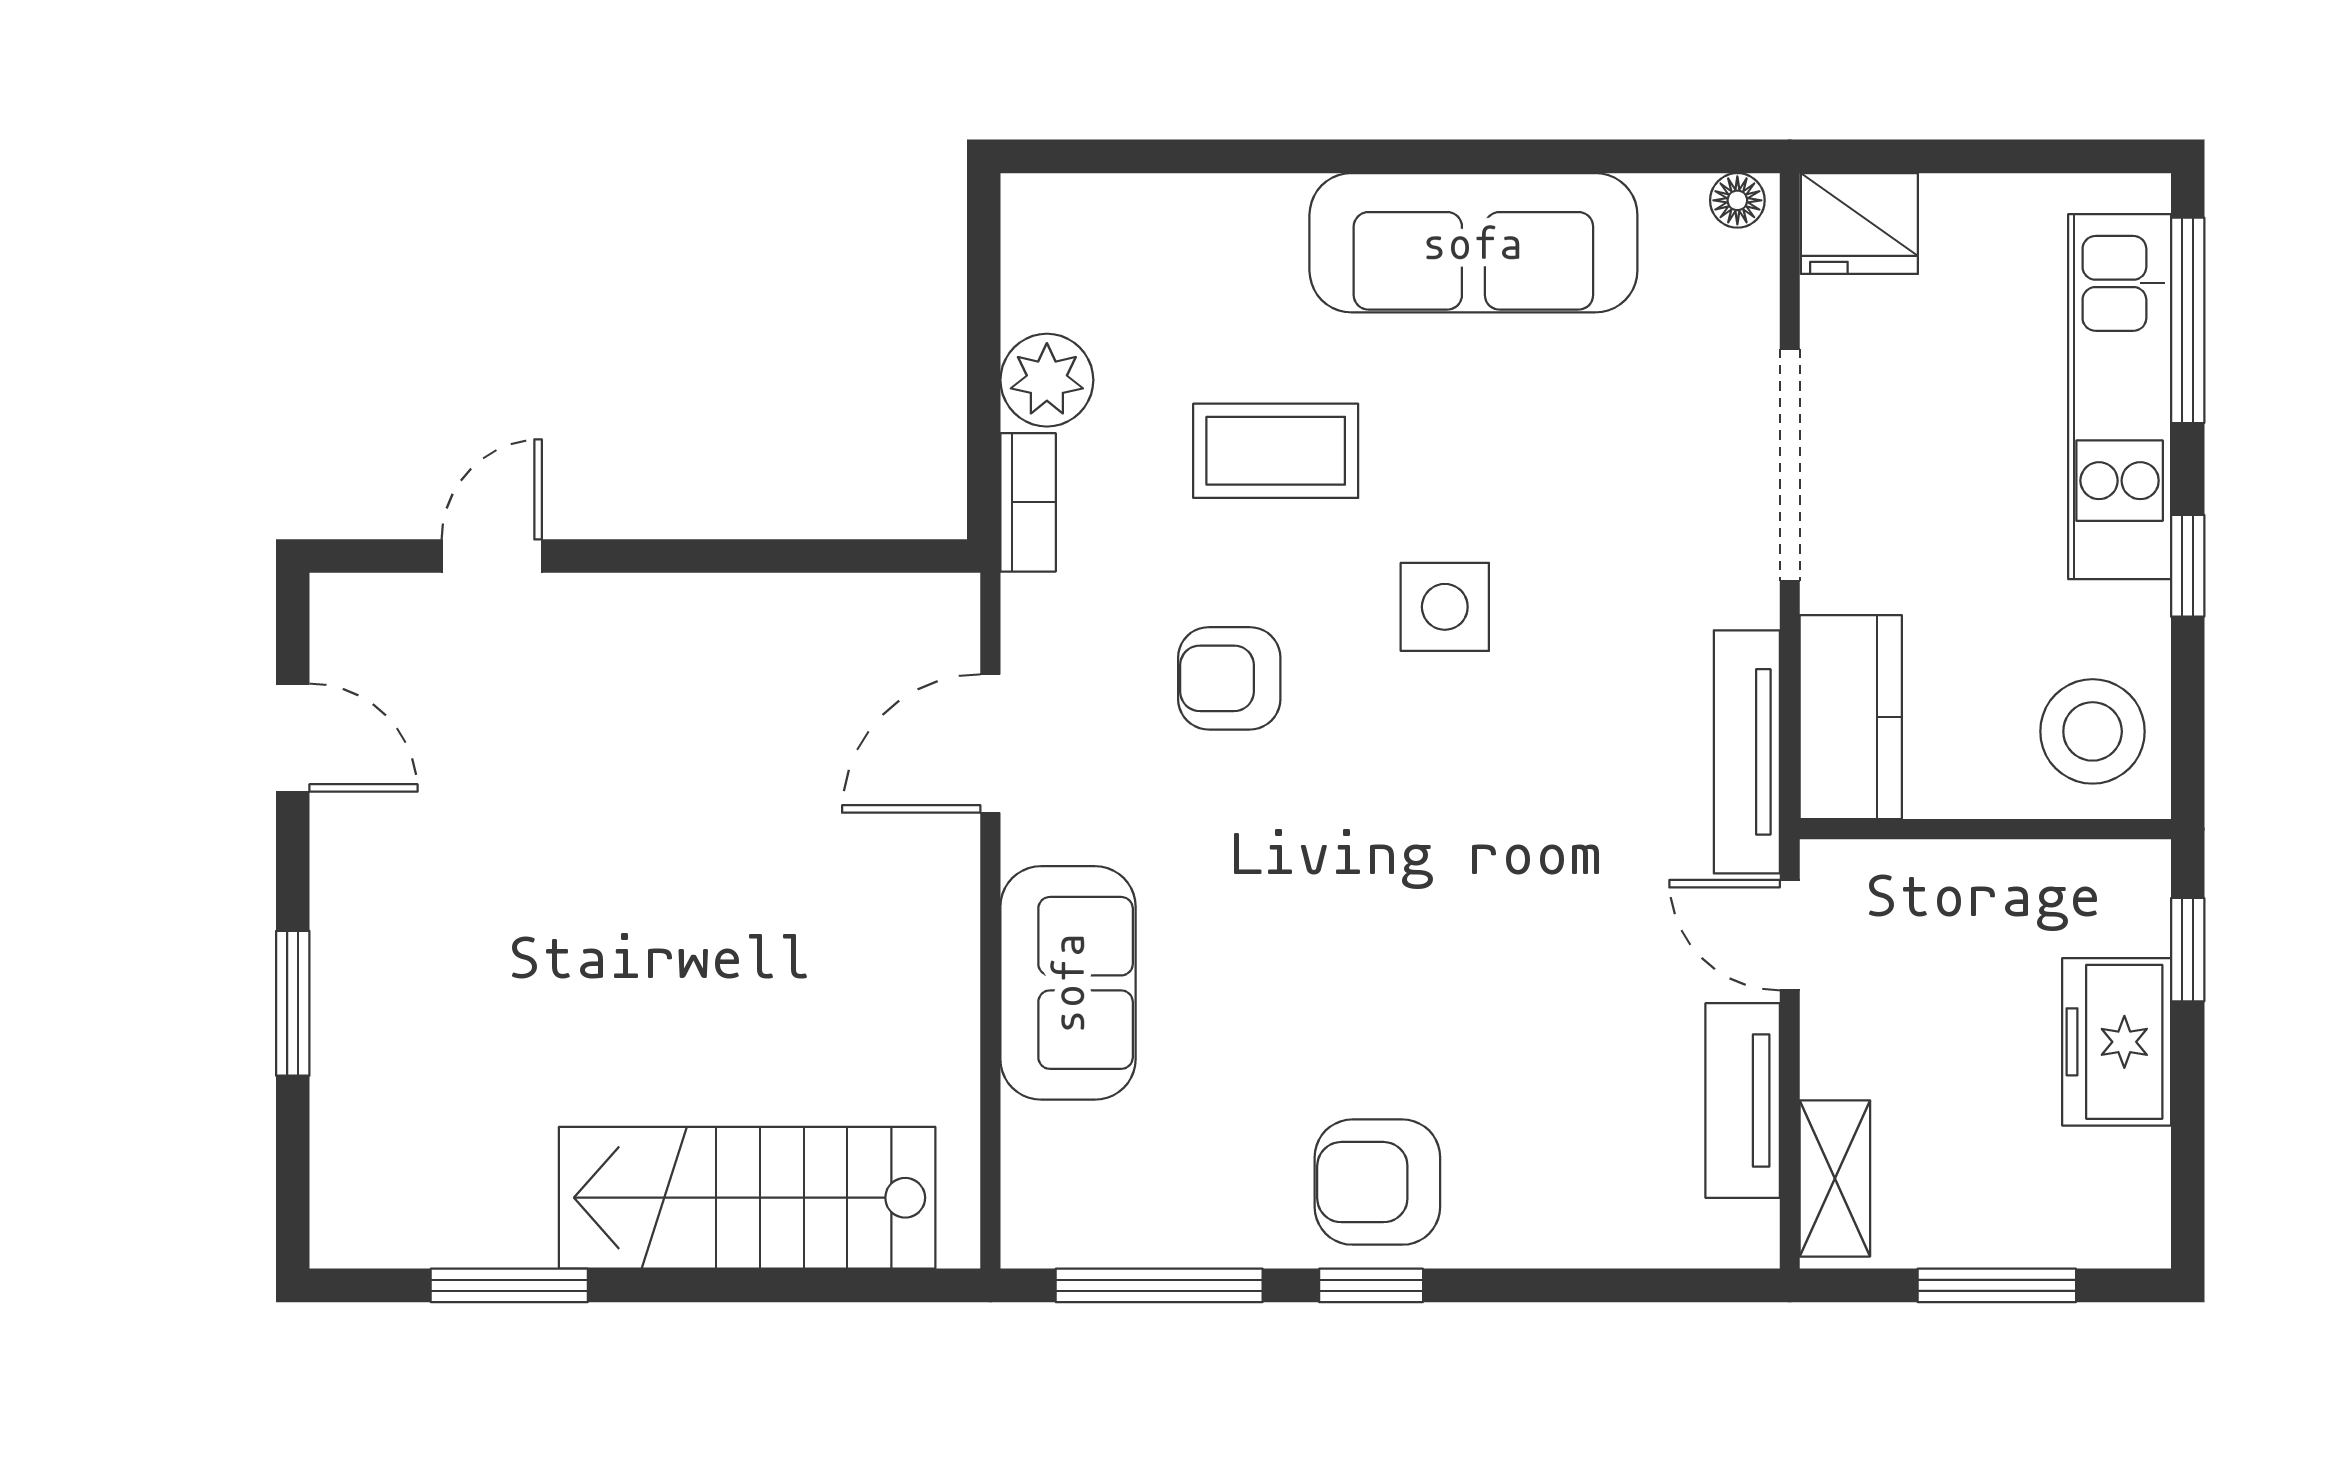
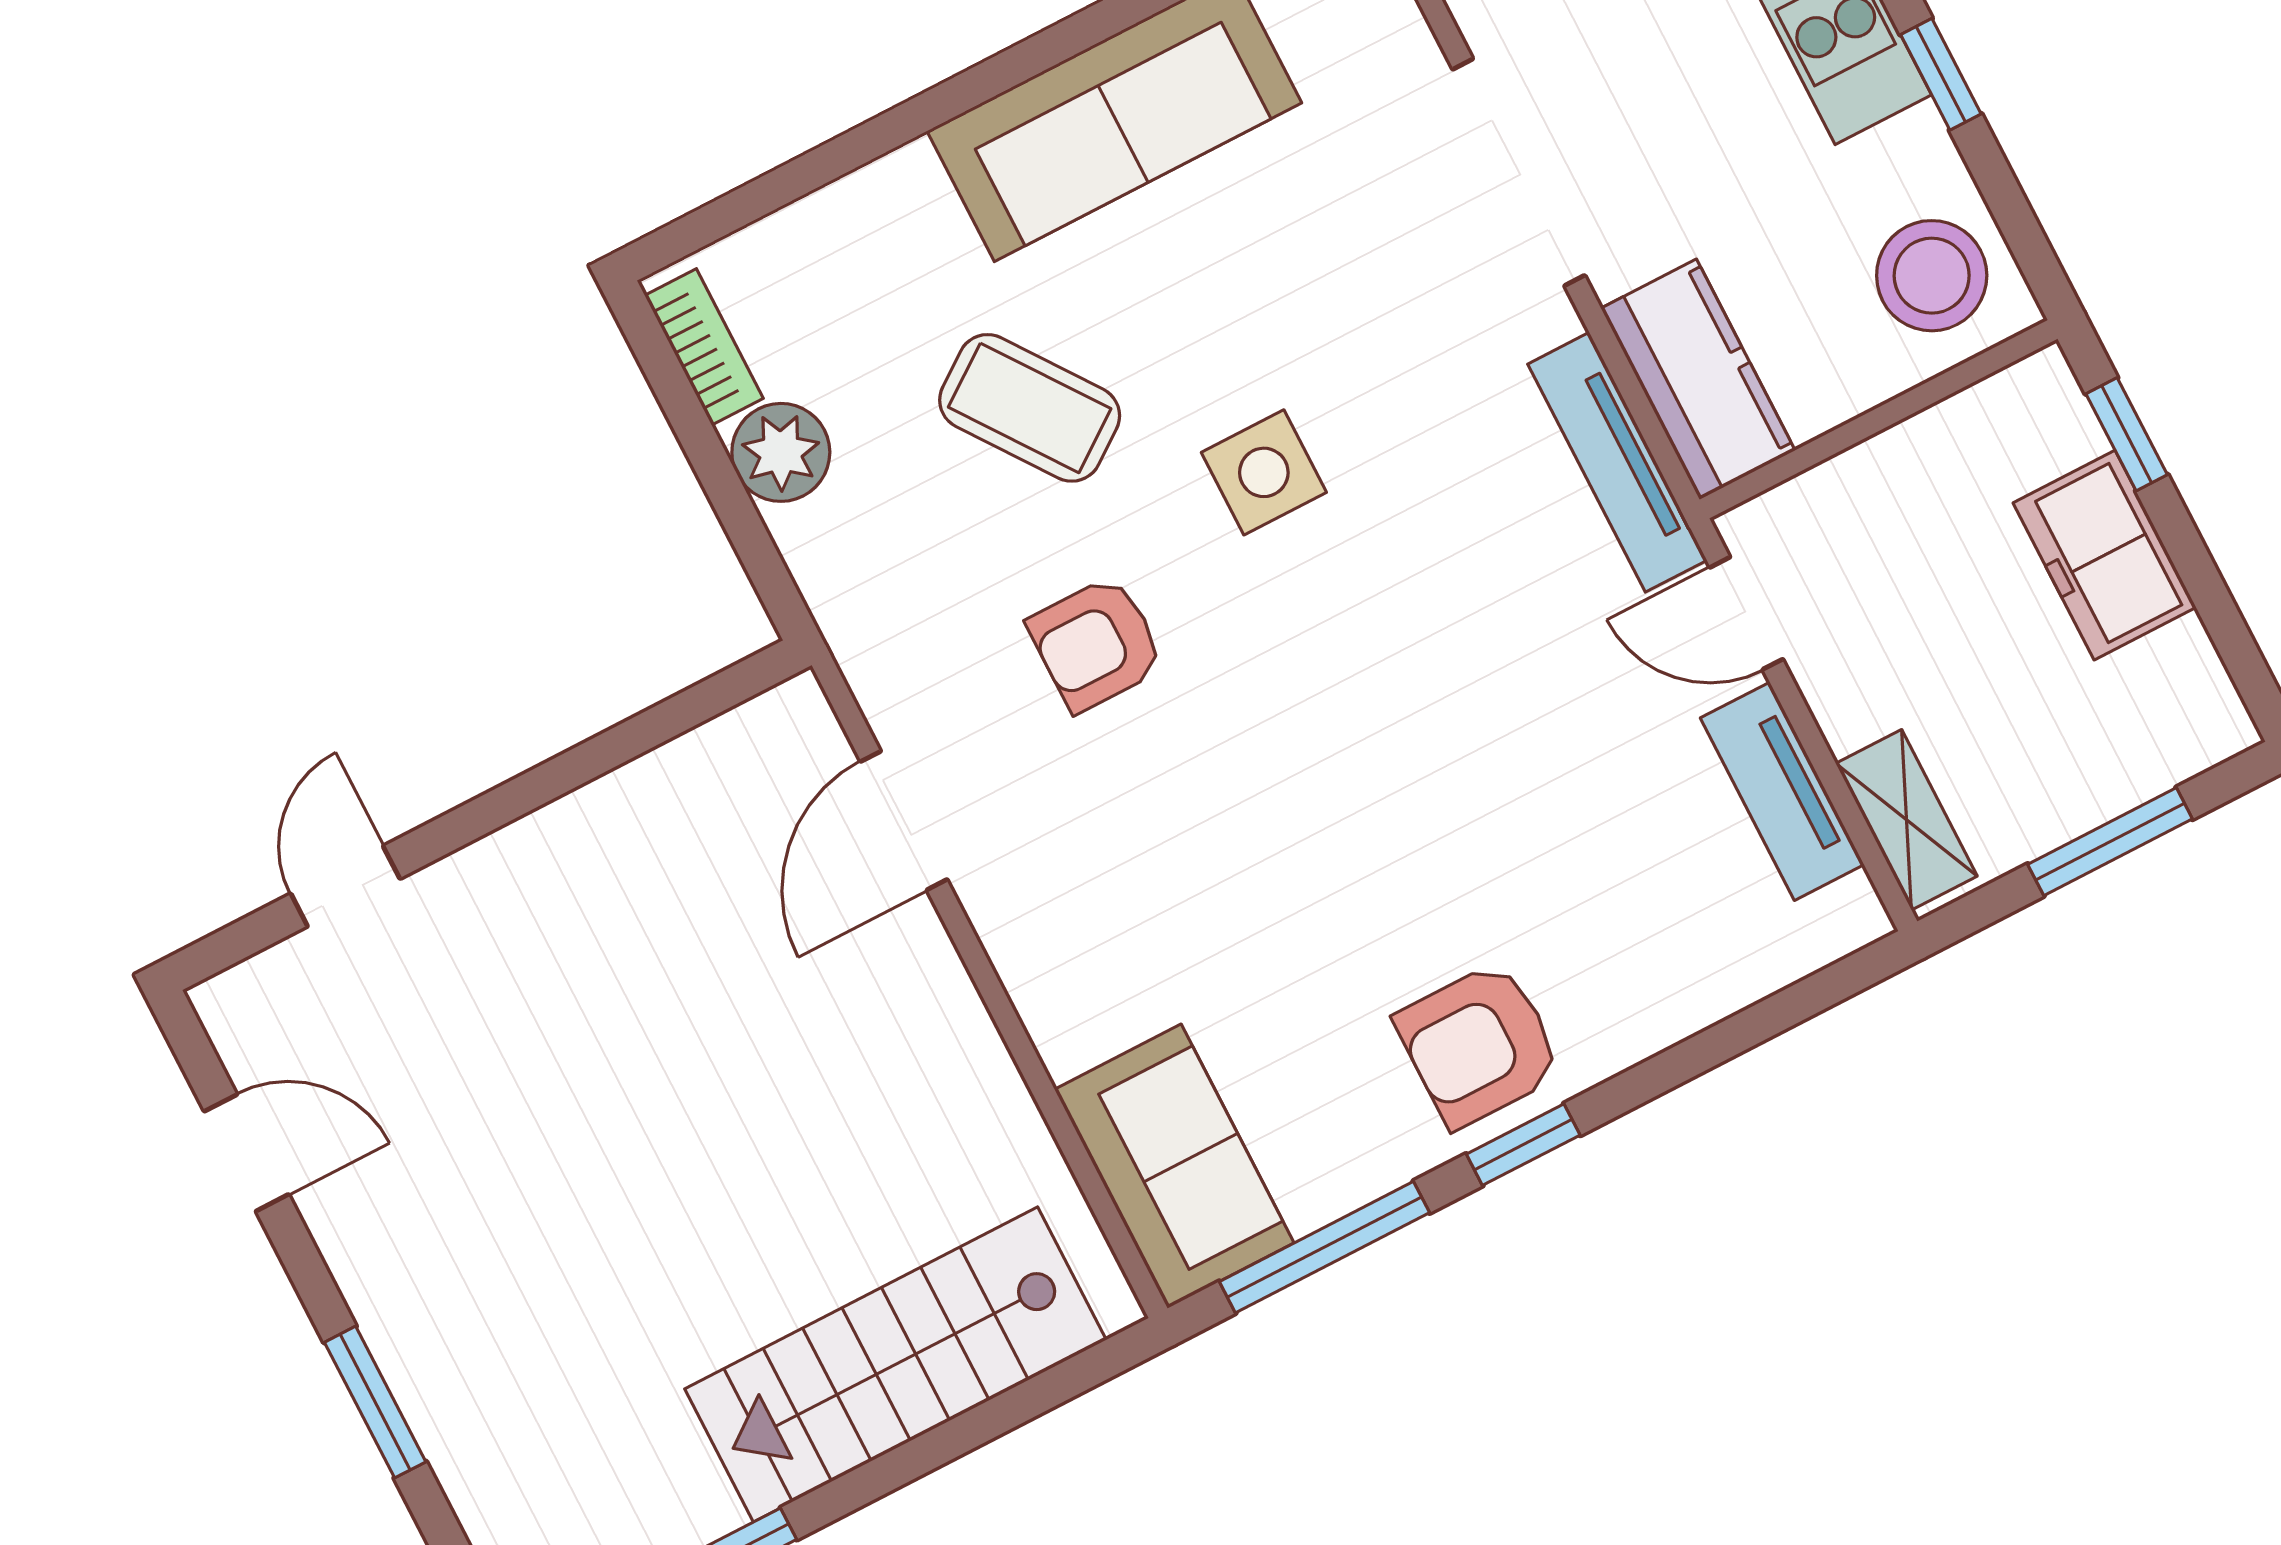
coffee table: (1276, 451) -> (1030, 408), turned 54
bookcase: (1028, 502) -> (704, 347), moved
sofa: (1068, 983) -> (1174, 1166), moved

